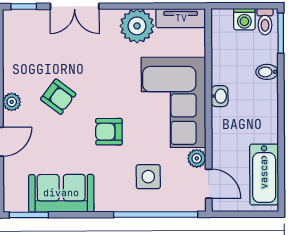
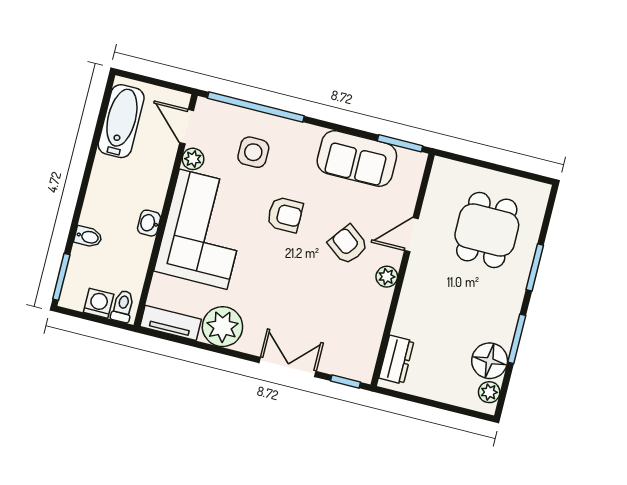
toilet: (265, 22) -> (123, 306), moved
armchair: (58, 97) -> (348, 245), moved

